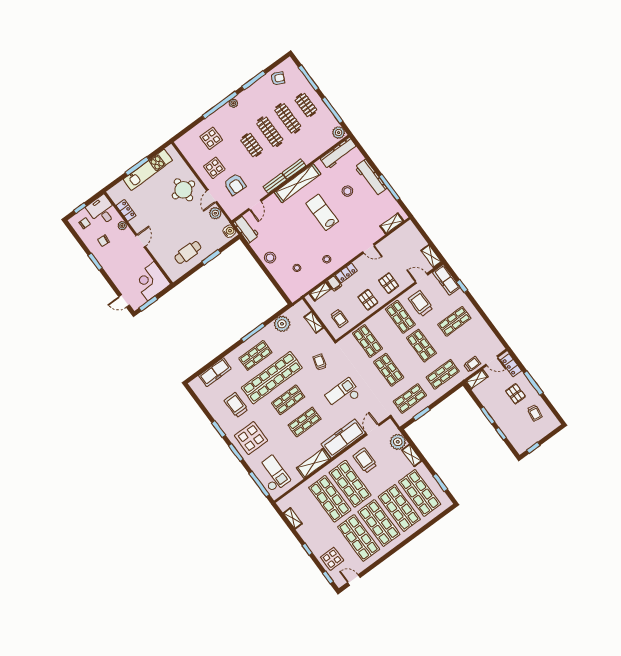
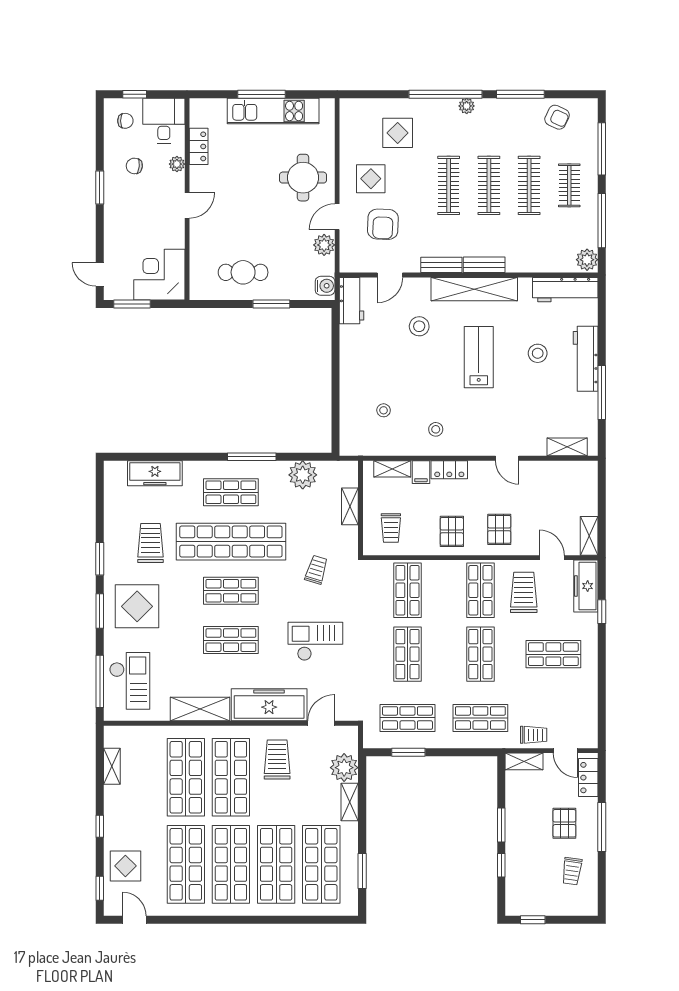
clothes rail: (252, 145) -> (449, 185), width x1.36
stool: (270, 258) -> (419, 326), moved

